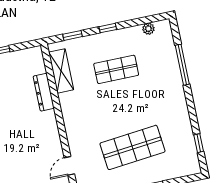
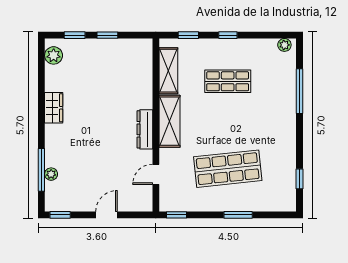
plant: (148, 29) -> (284, 45), moved
dresser: (44, 92) -> (145, 129), moved
shelving: (72, 116) -> (169, 121), added

